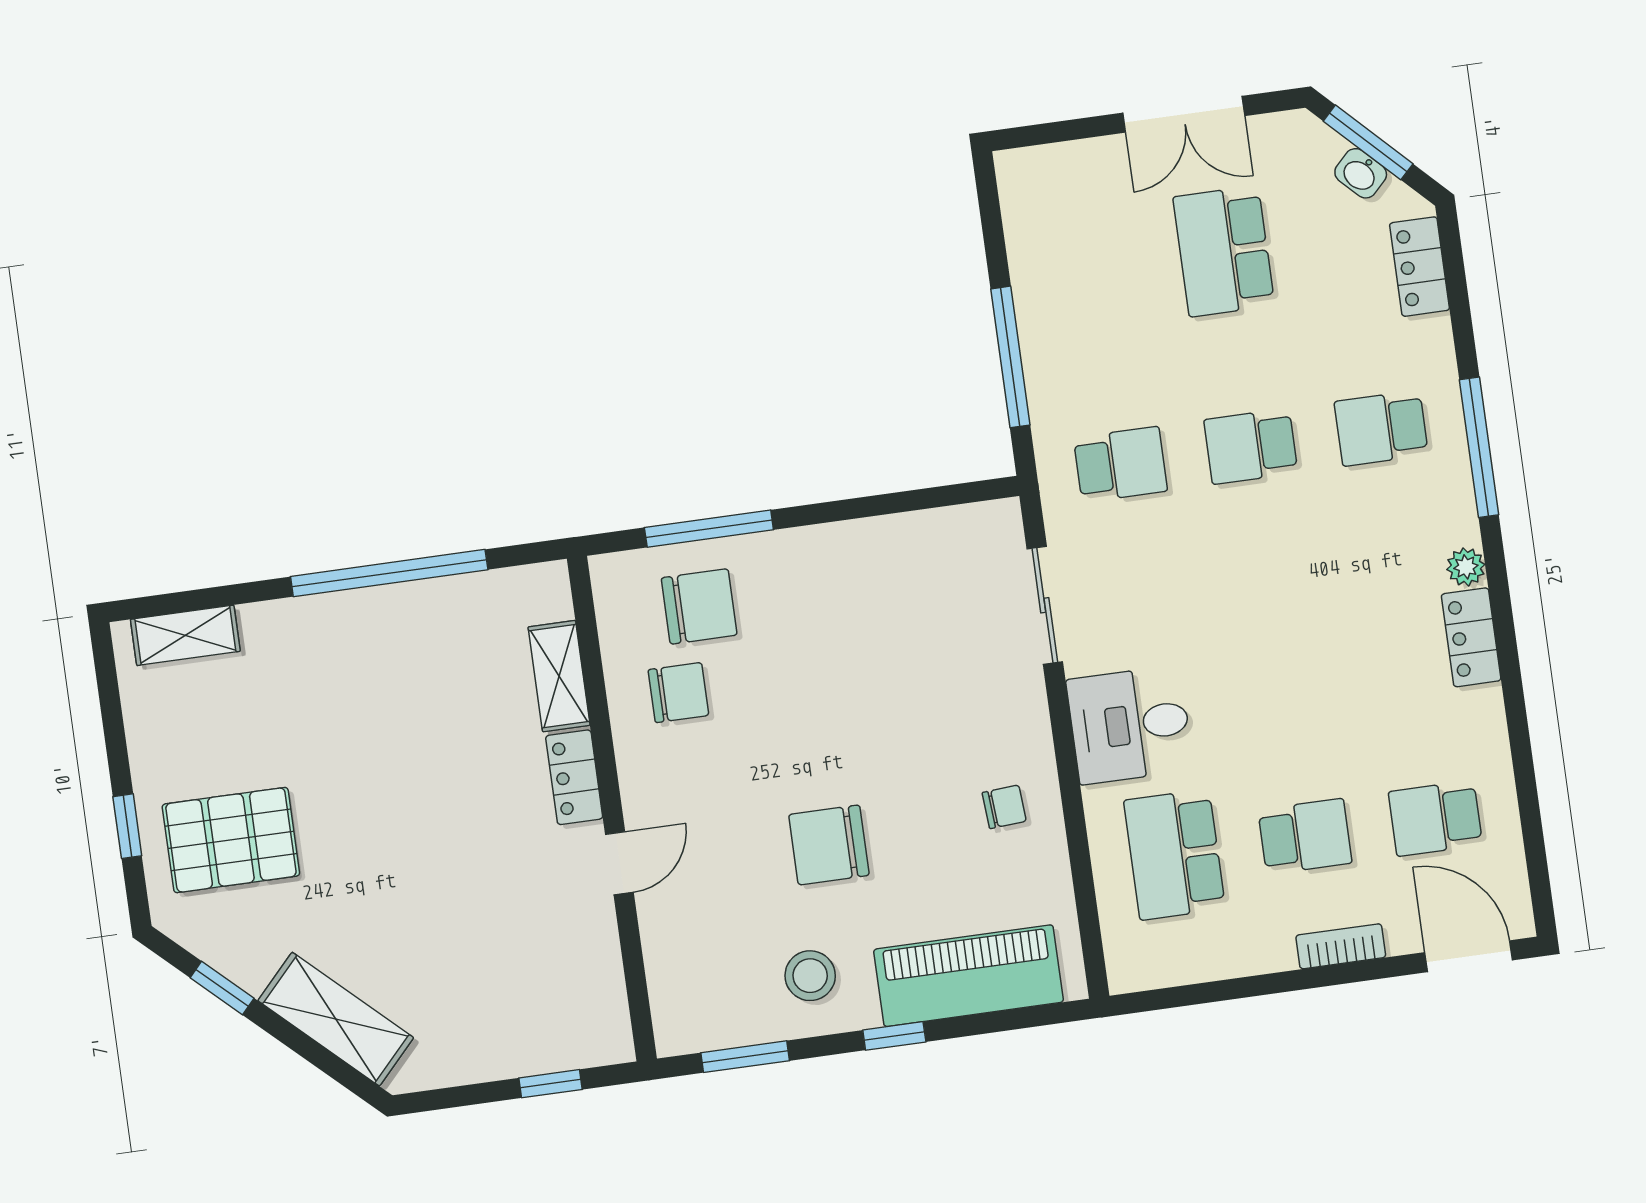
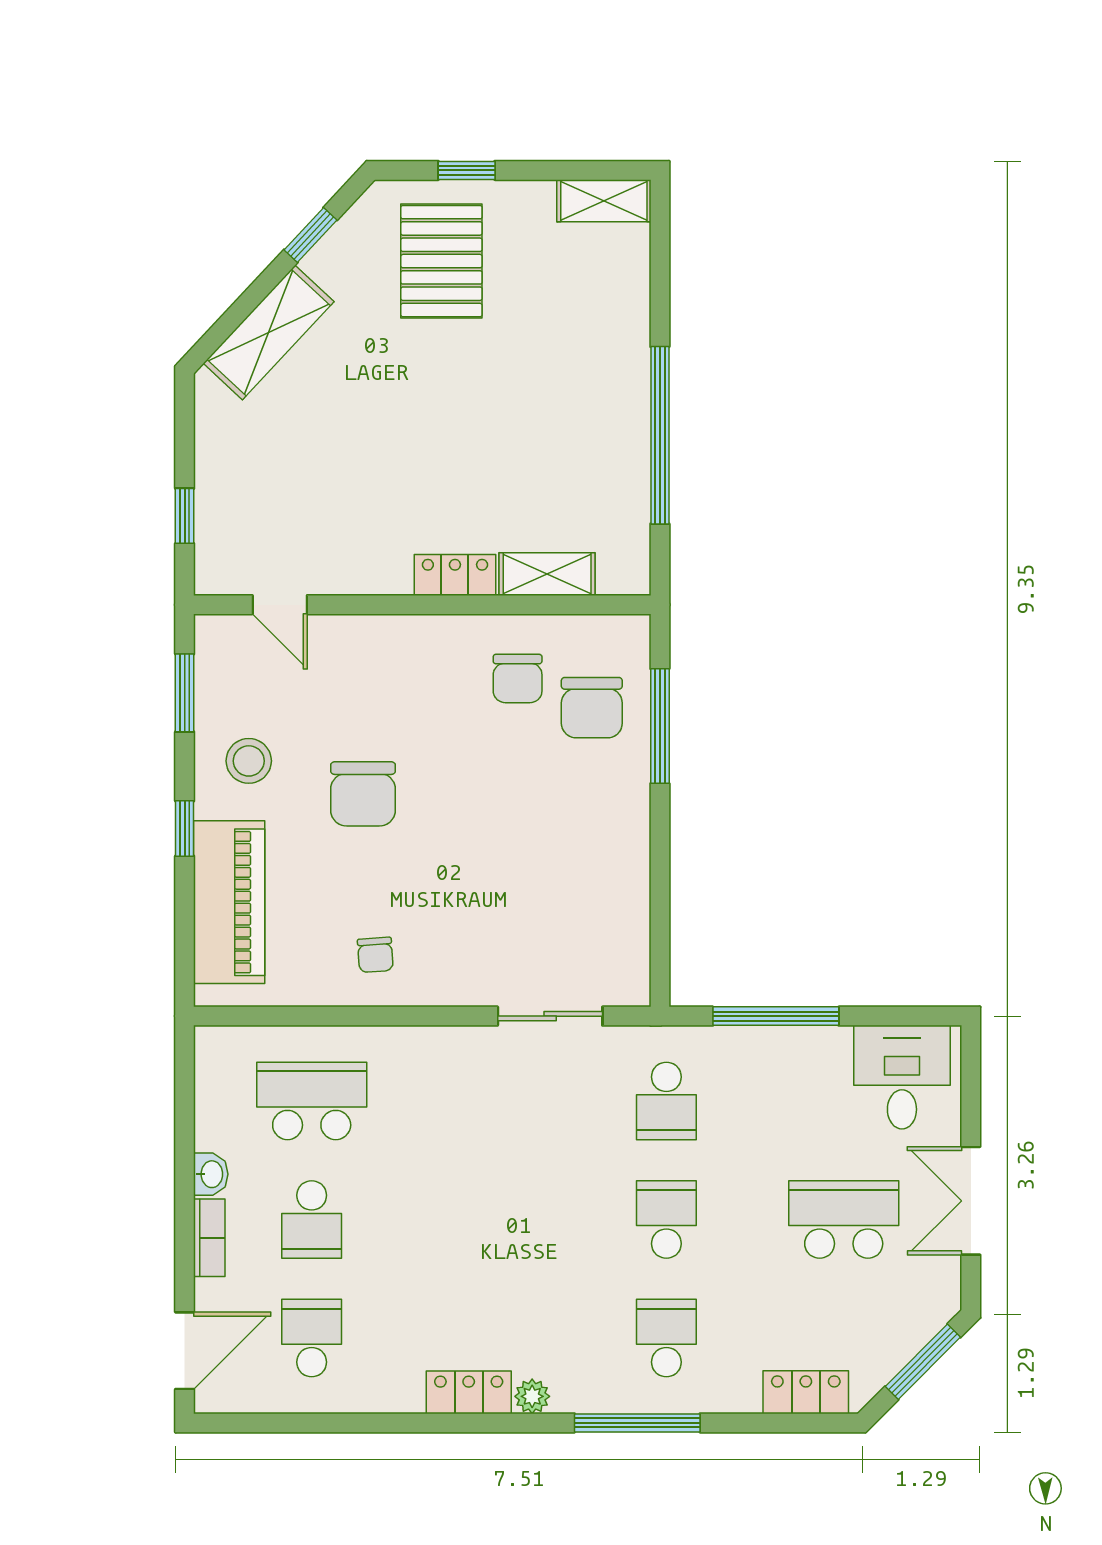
washbasin: (1361, 173) -> (211, 1174), moved, turned 135
shelving: (185, 635) -> (604, 201), moved, turned 90
desk: (1130, 725) -> (902, 1077), moved
chair: (829, 845) -> (363, 794), turned 180
door: (619, 863) -> (280, 605), moved

